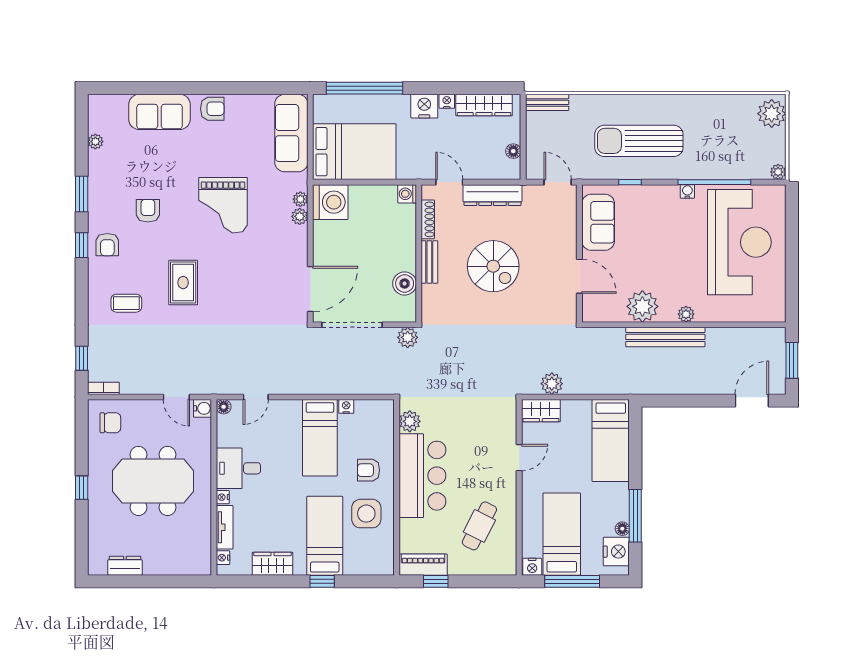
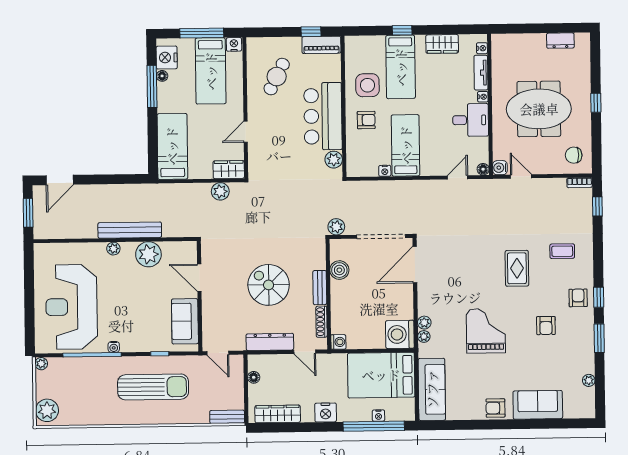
nightstand: (447, 101) -> (378, 416), moved

